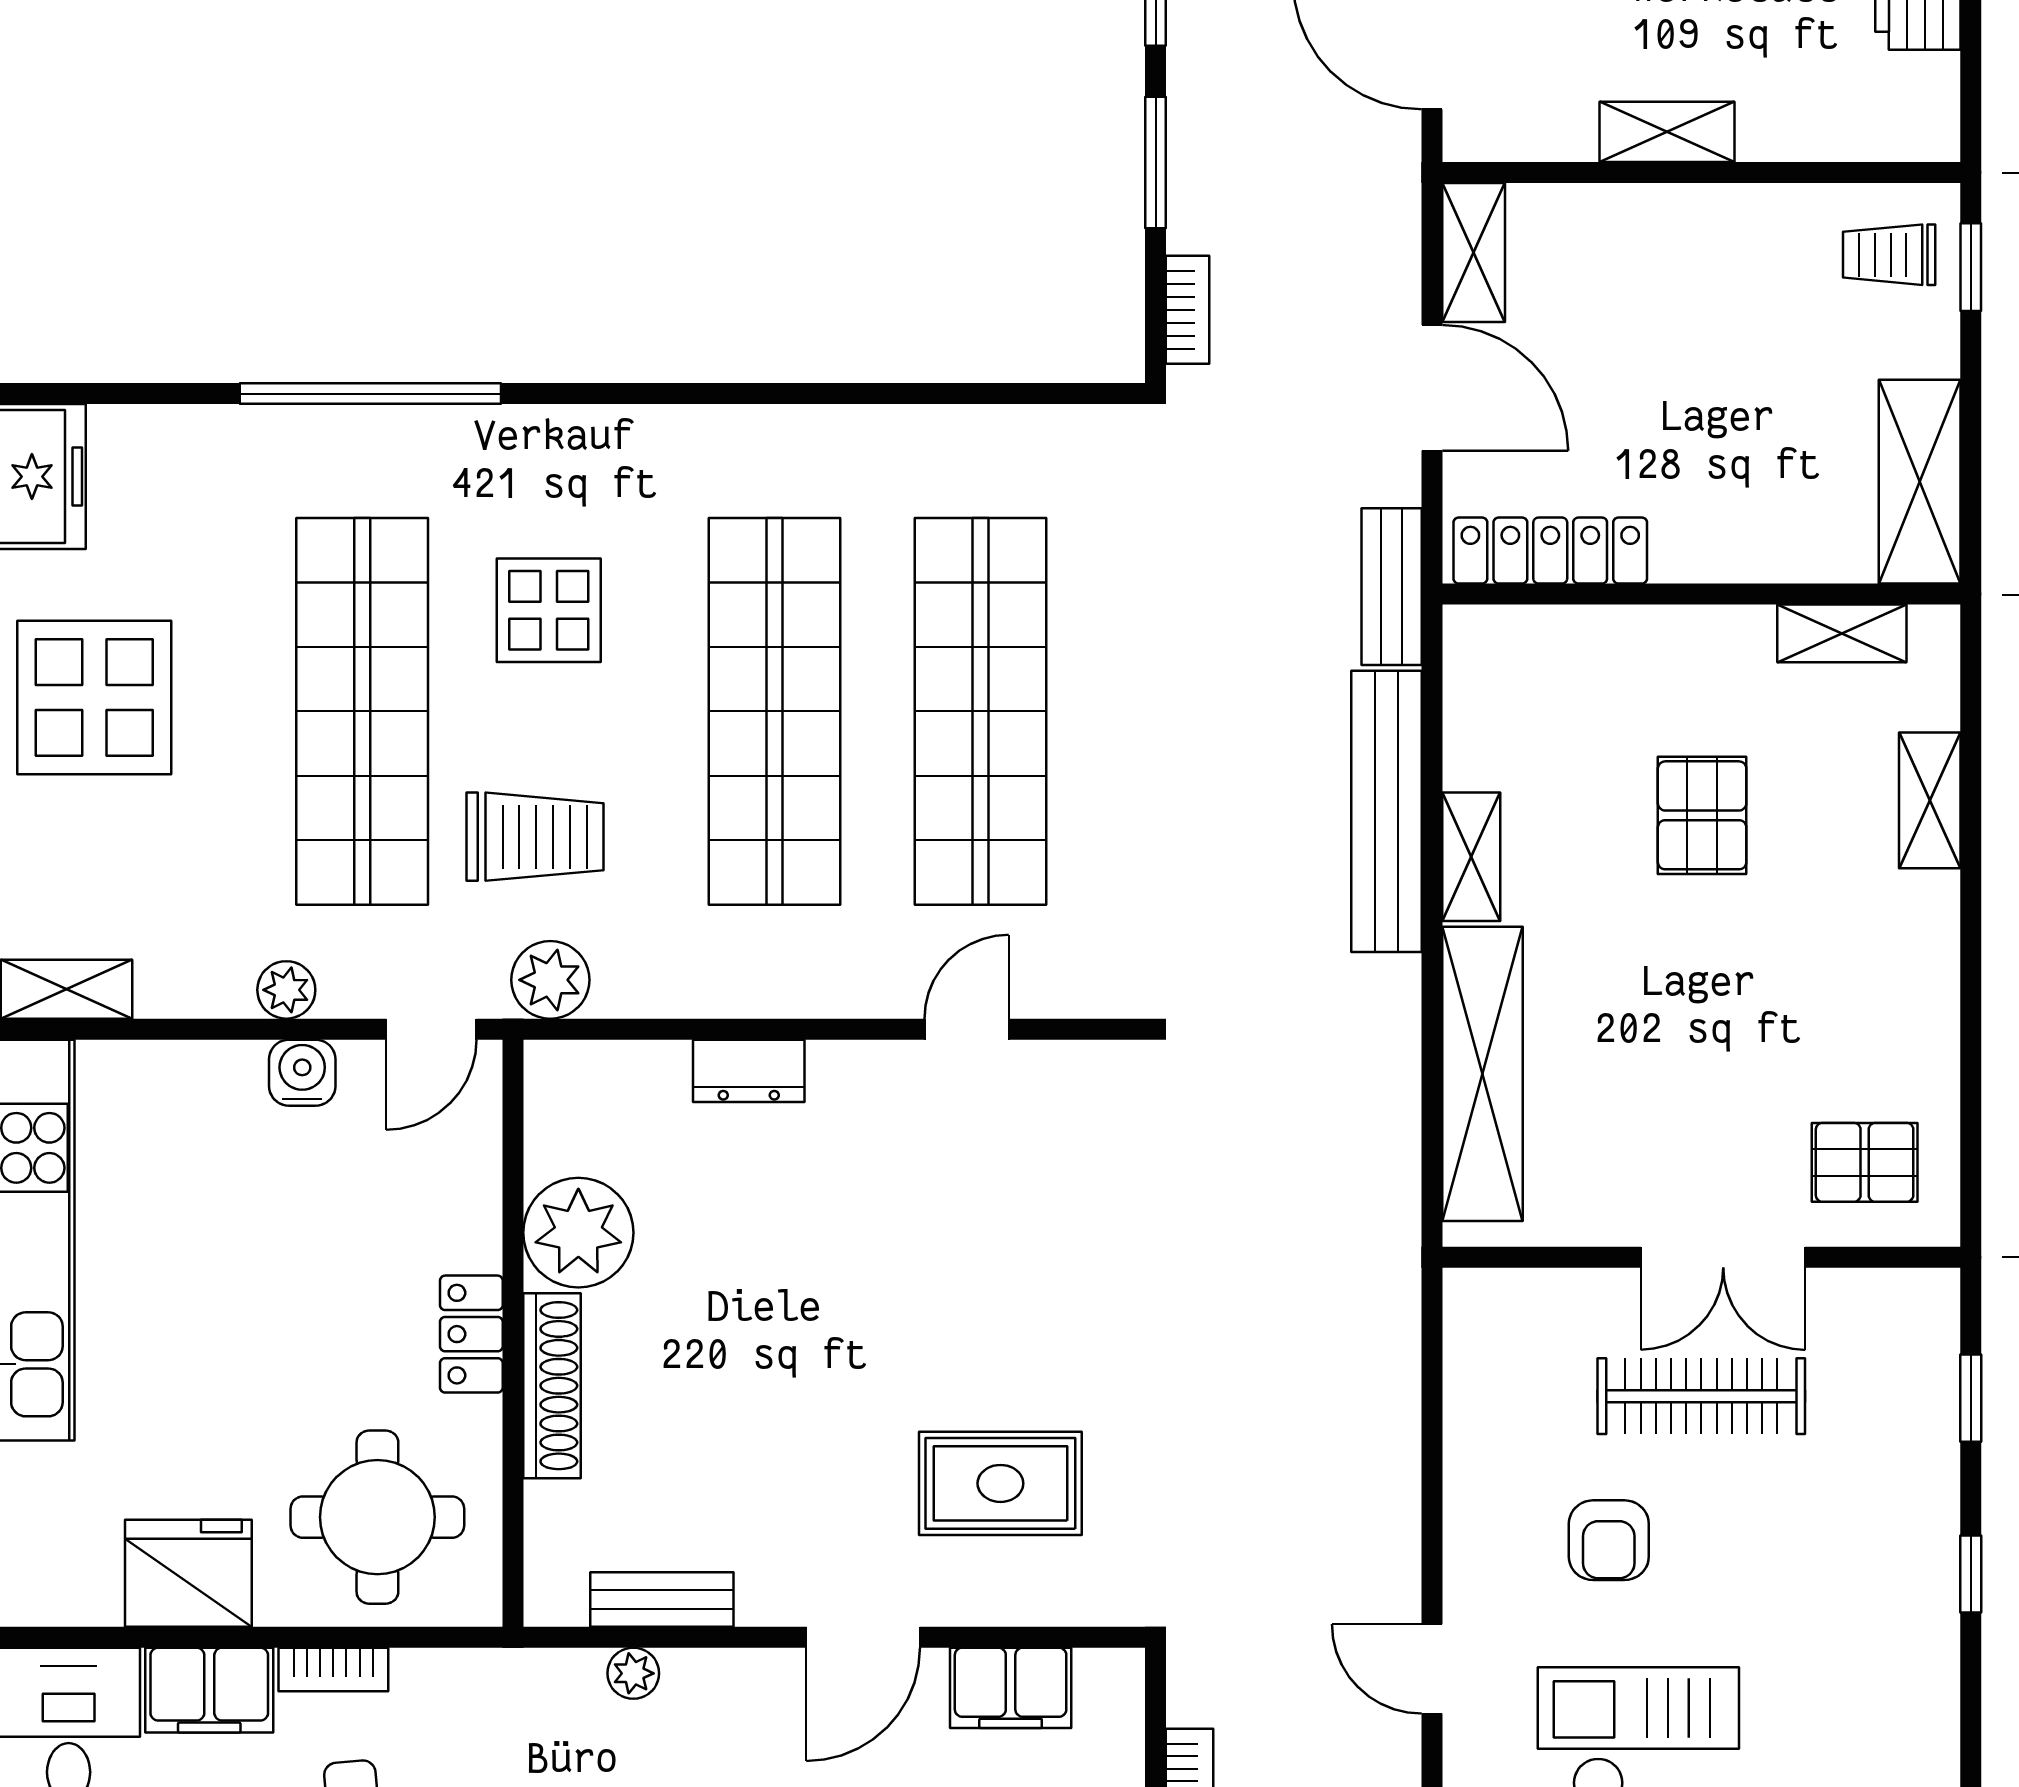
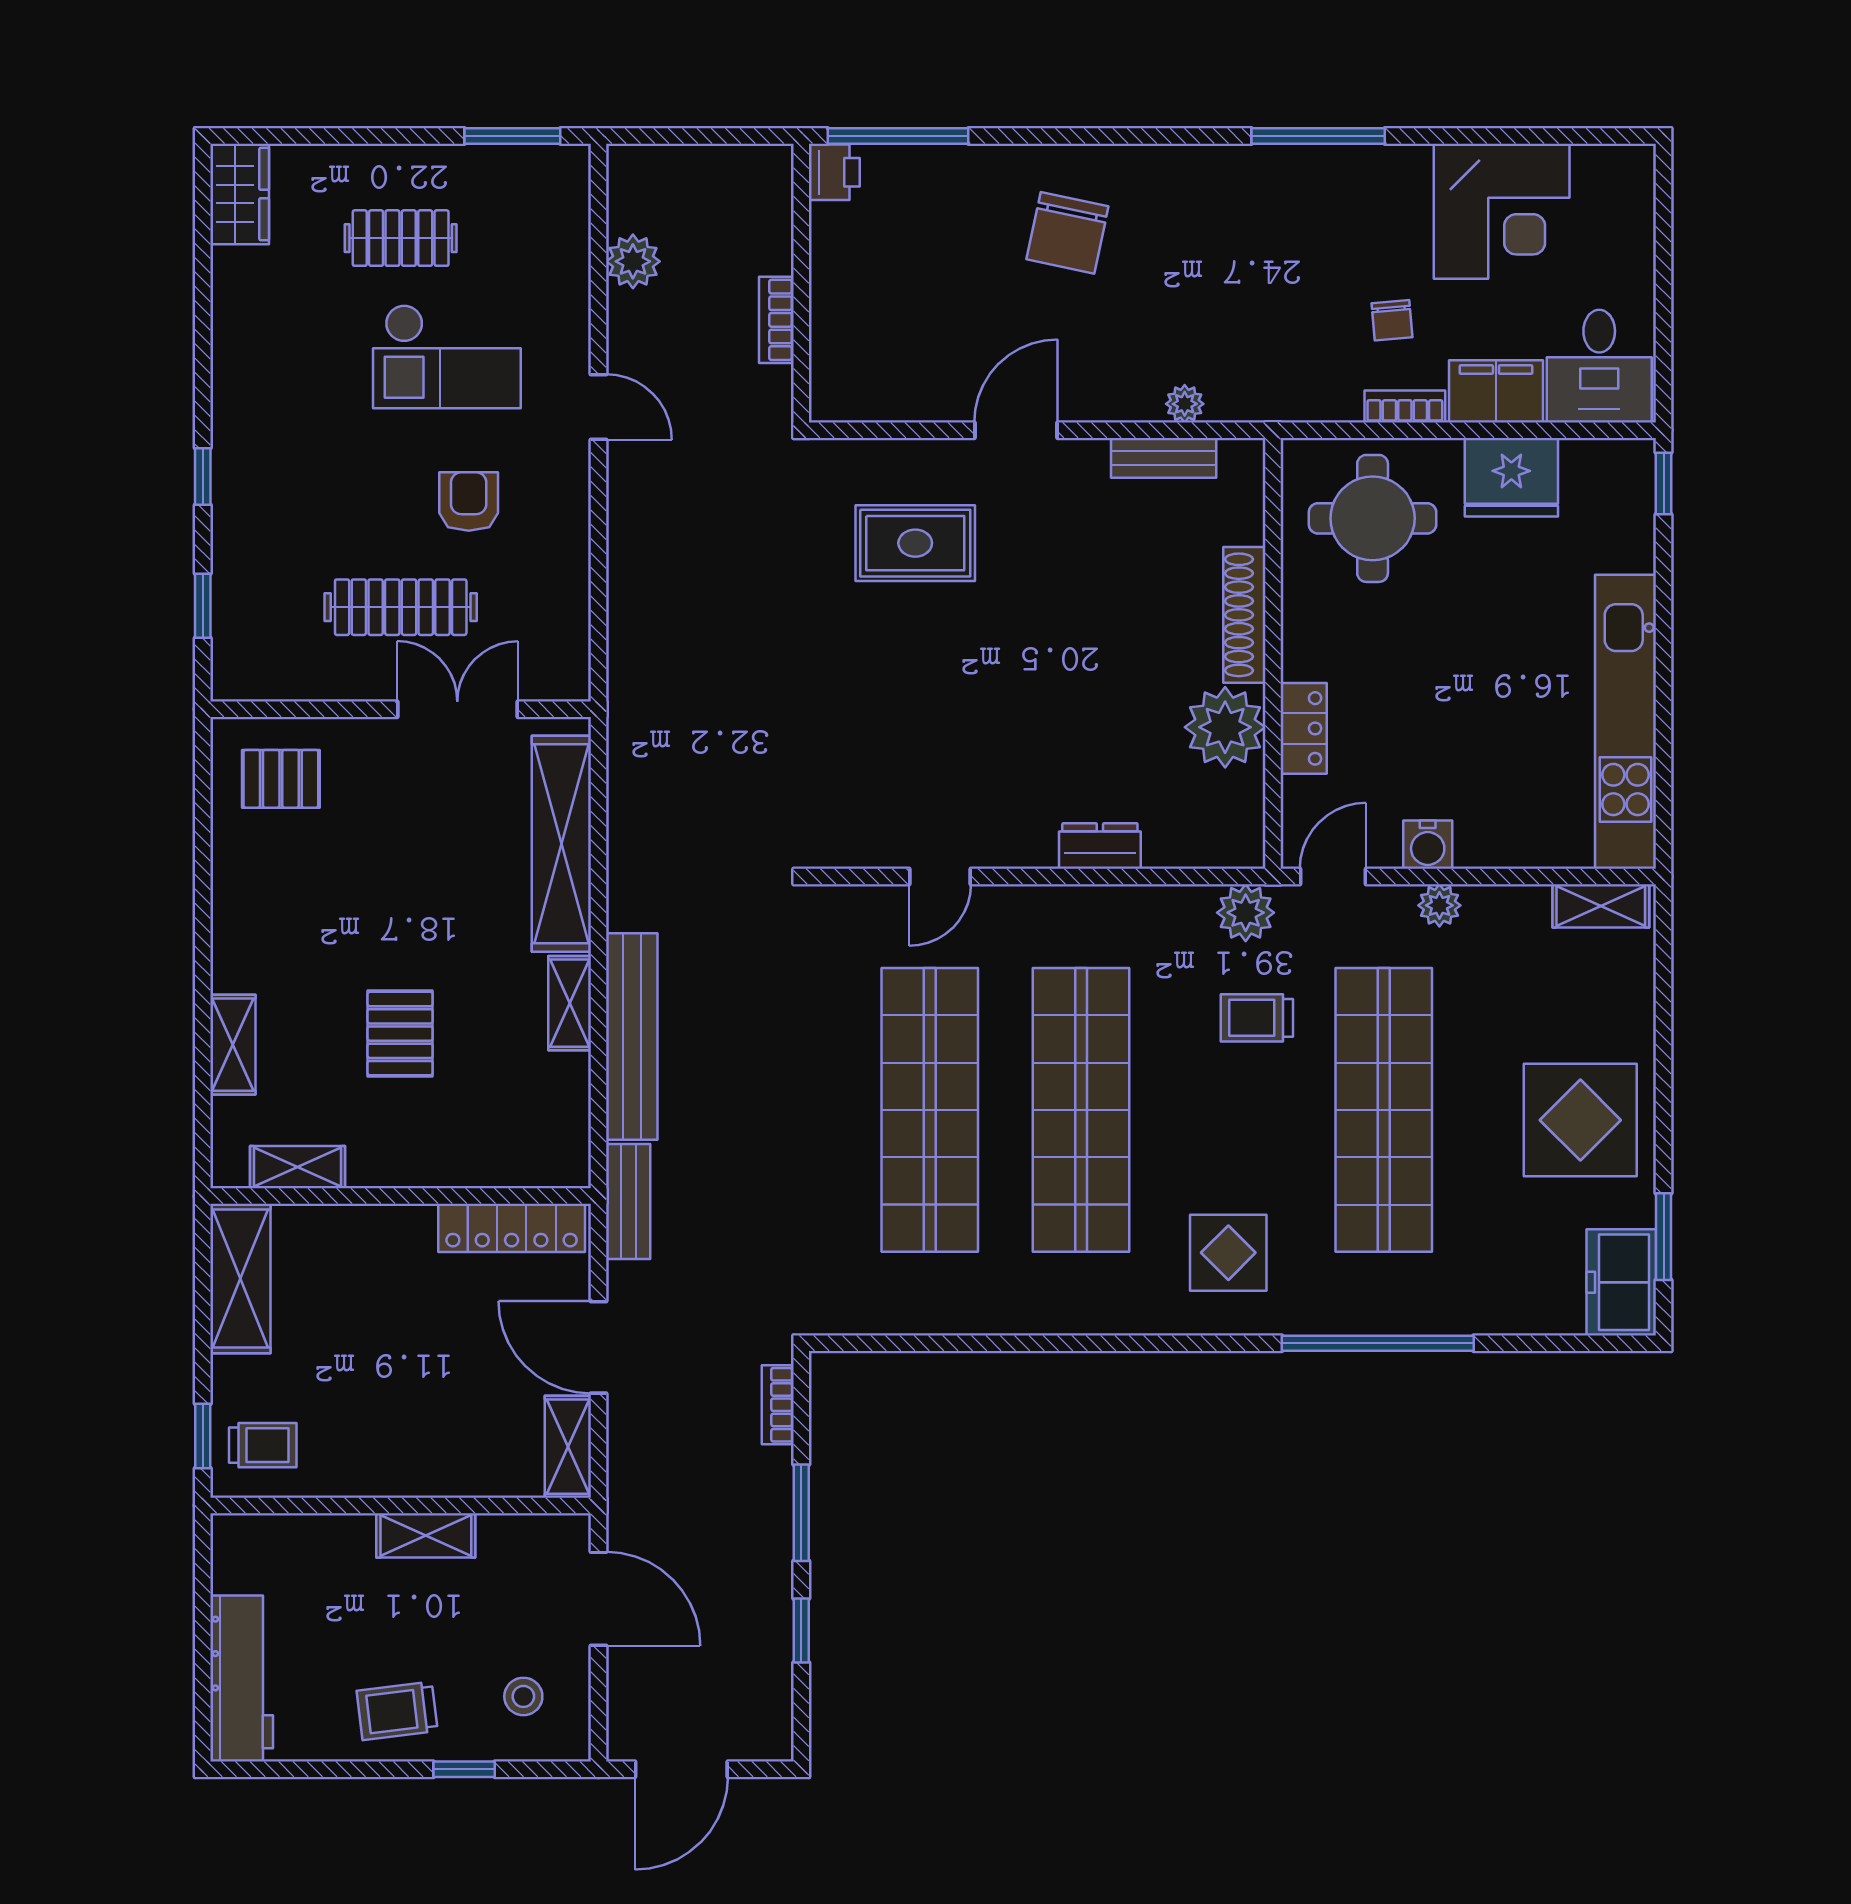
display table: (549, 610) -> (1228, 1253), moved
trolley: (535, 837) -> (1257, 1018), width x0.73, depth x0.72
double door: (1723, 1257) -> (457, 709), moved
locker: (471, 1334) -> (1304, 728), moved
filing cabinet: (1011, 1688) -> (908, 393), removed

